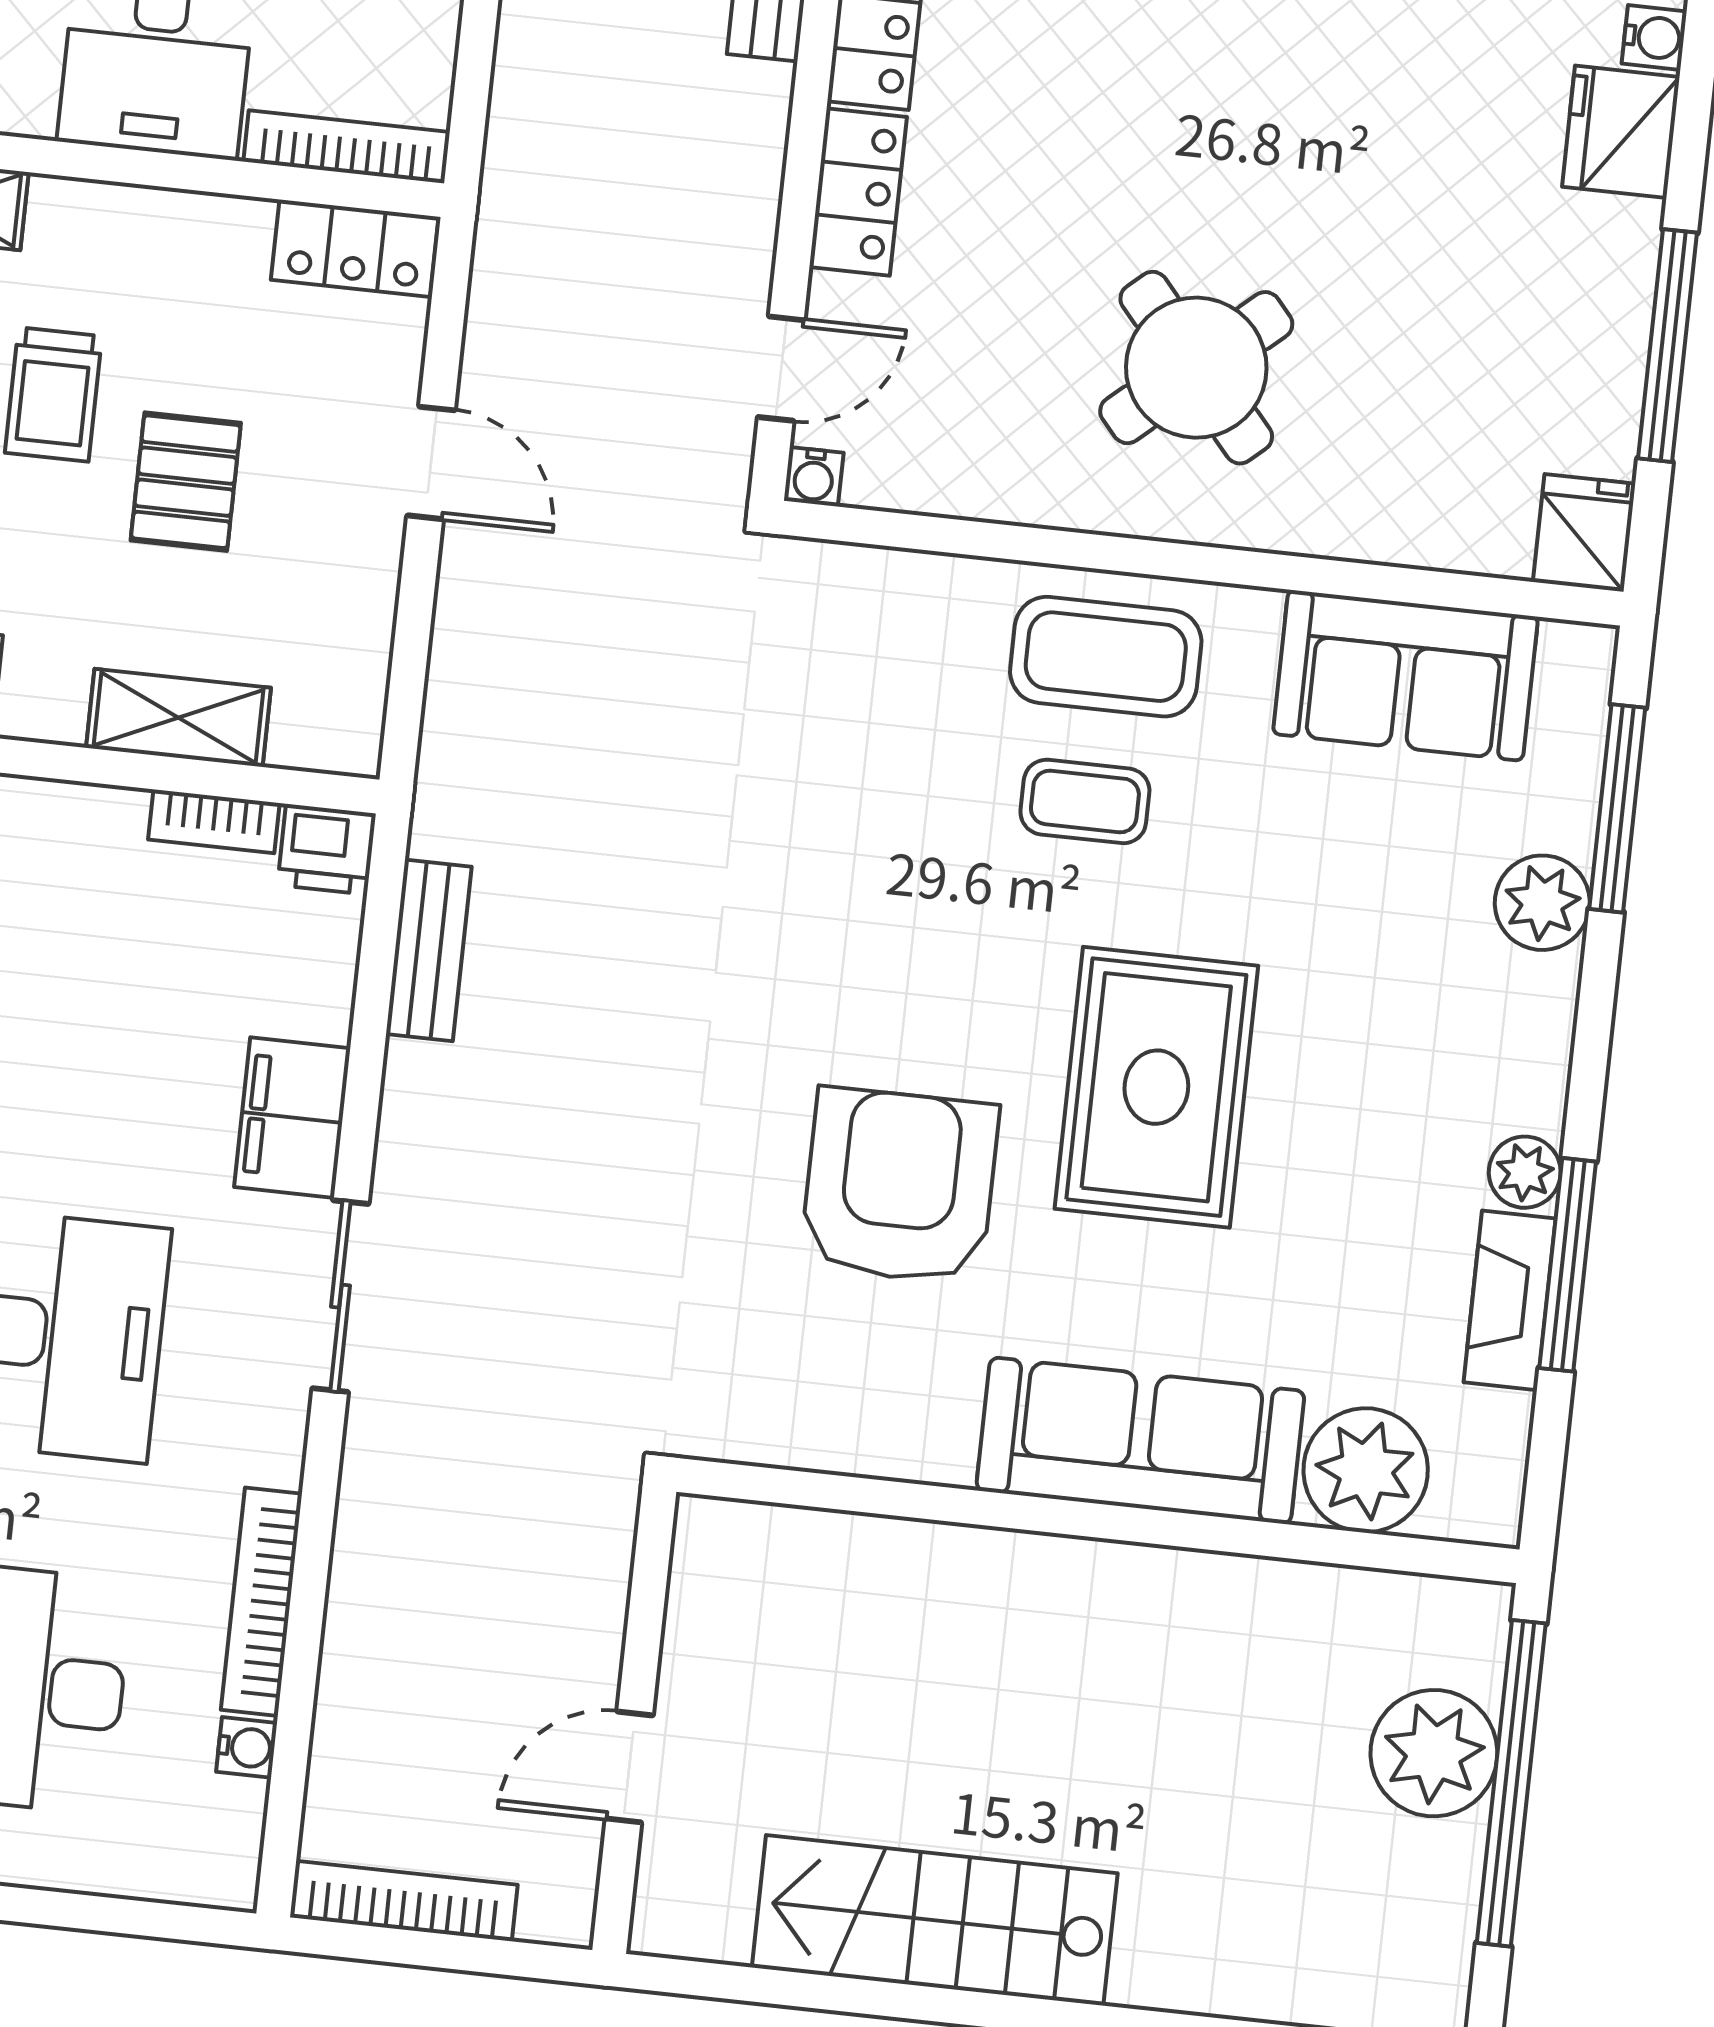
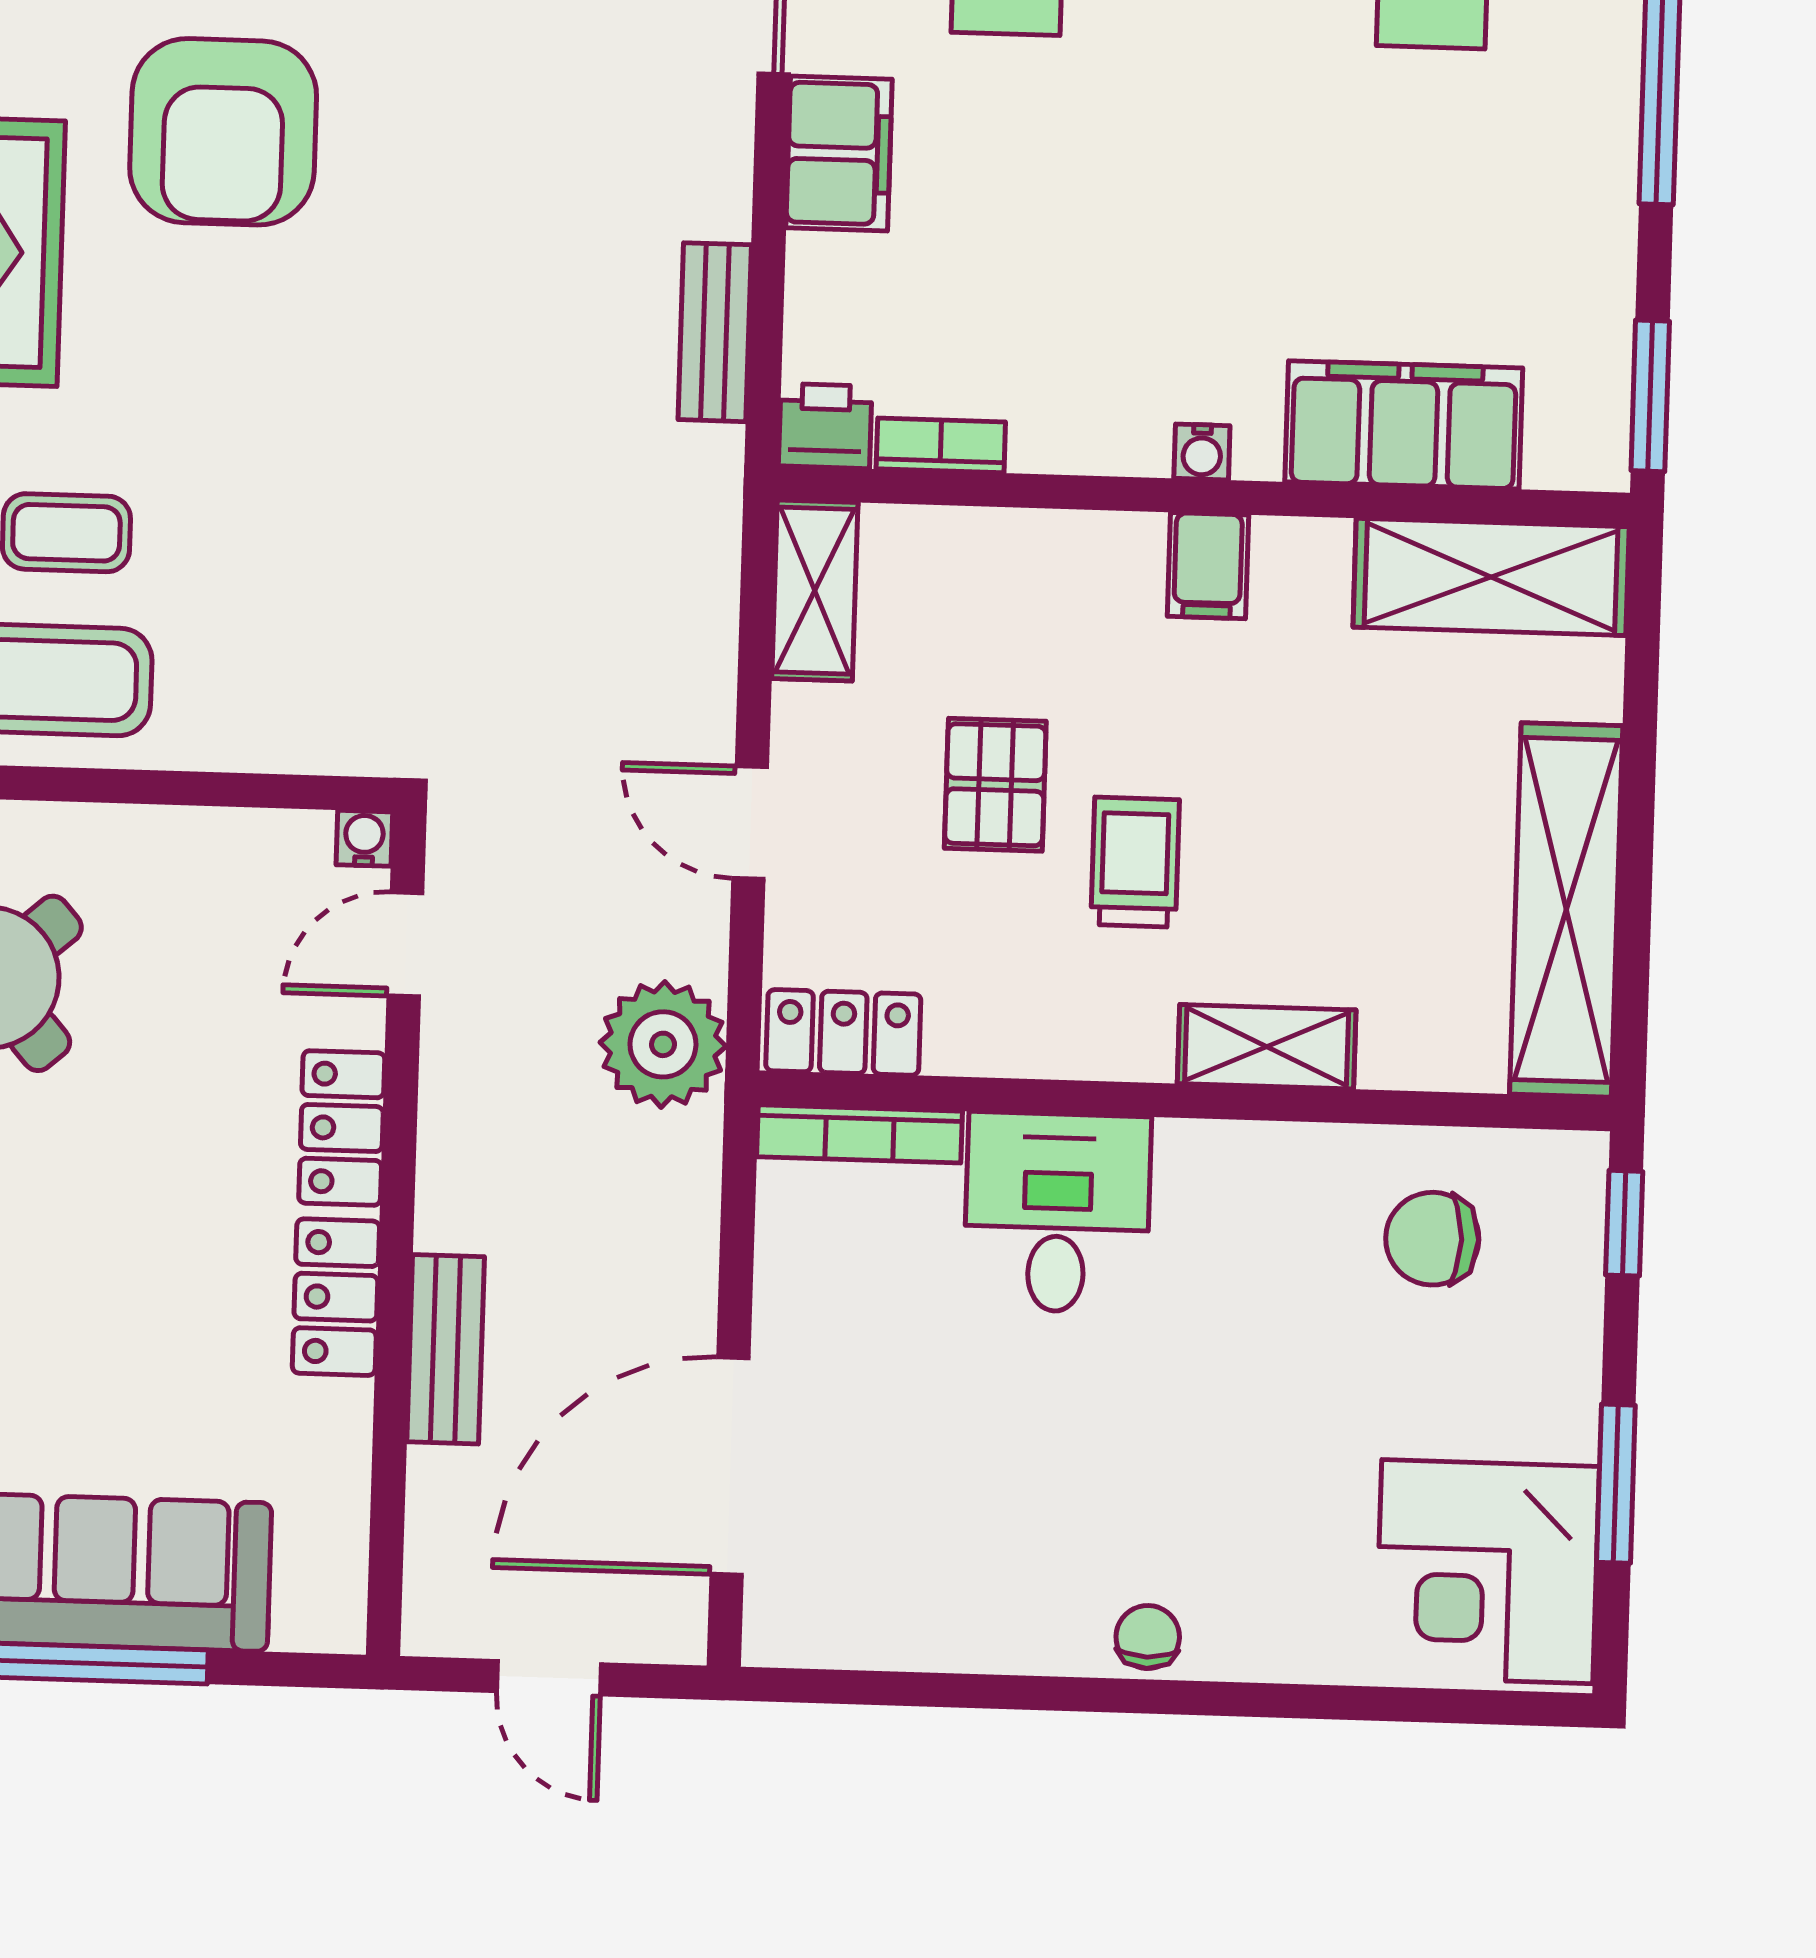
plant: (534, 250) -> (663, 1044), added
shelving: (179, 718) -> (815, 591), moved, turned 90

